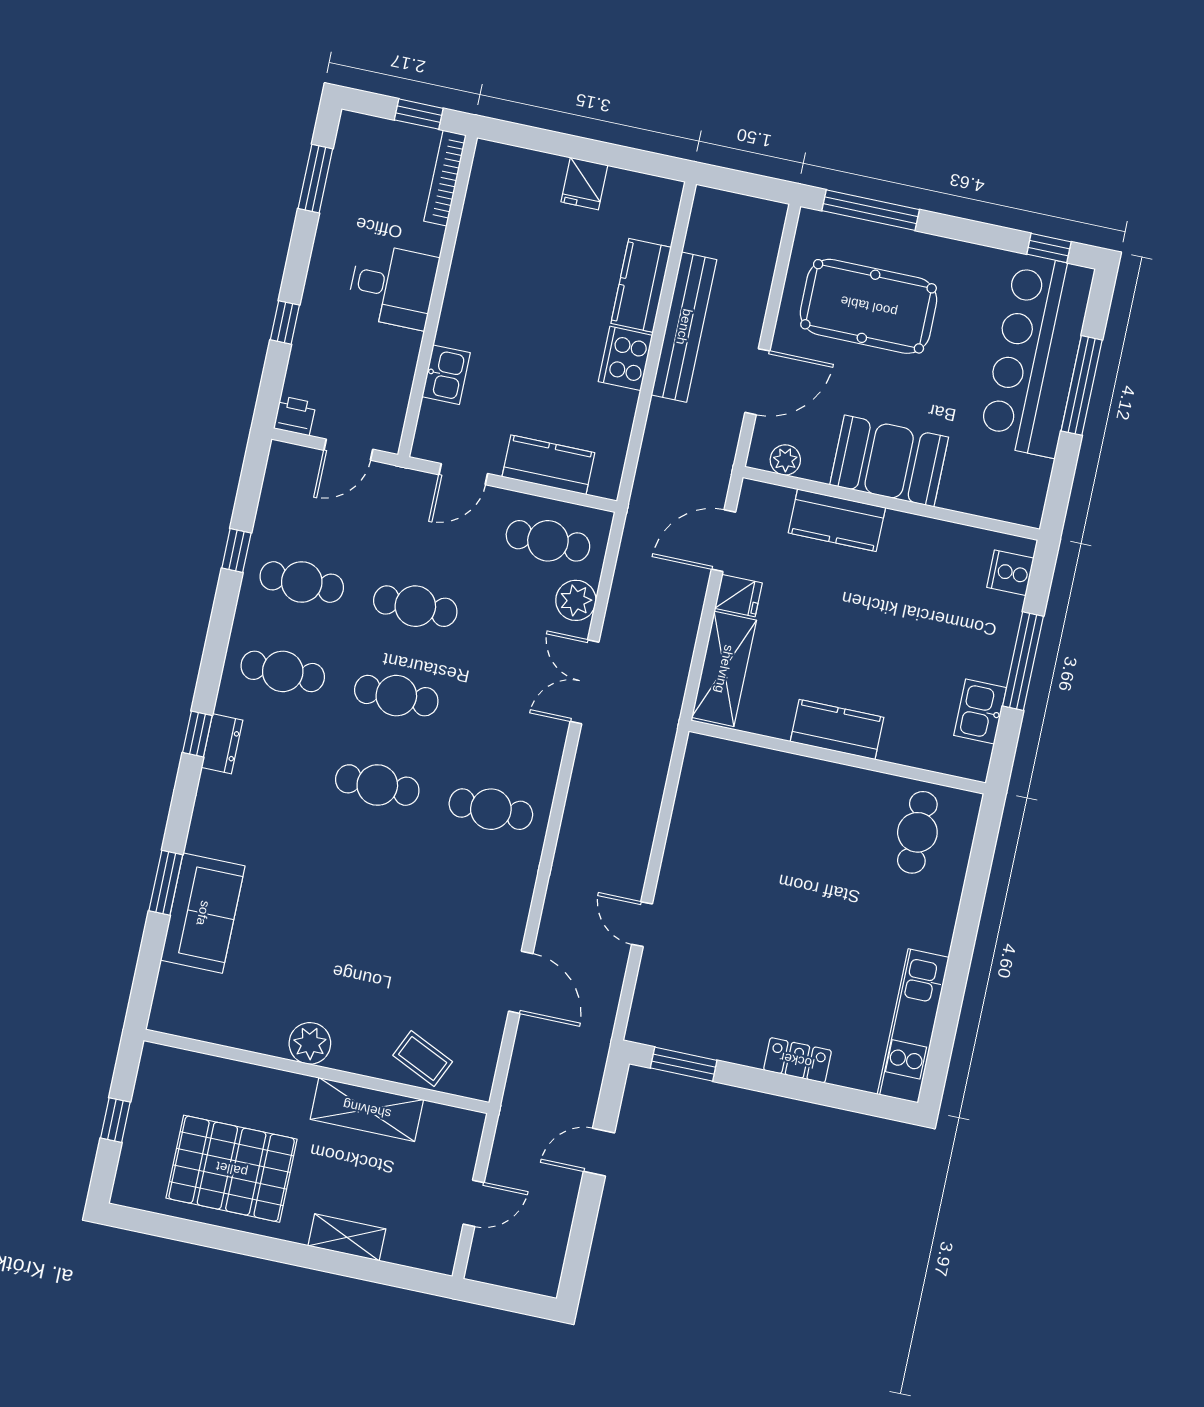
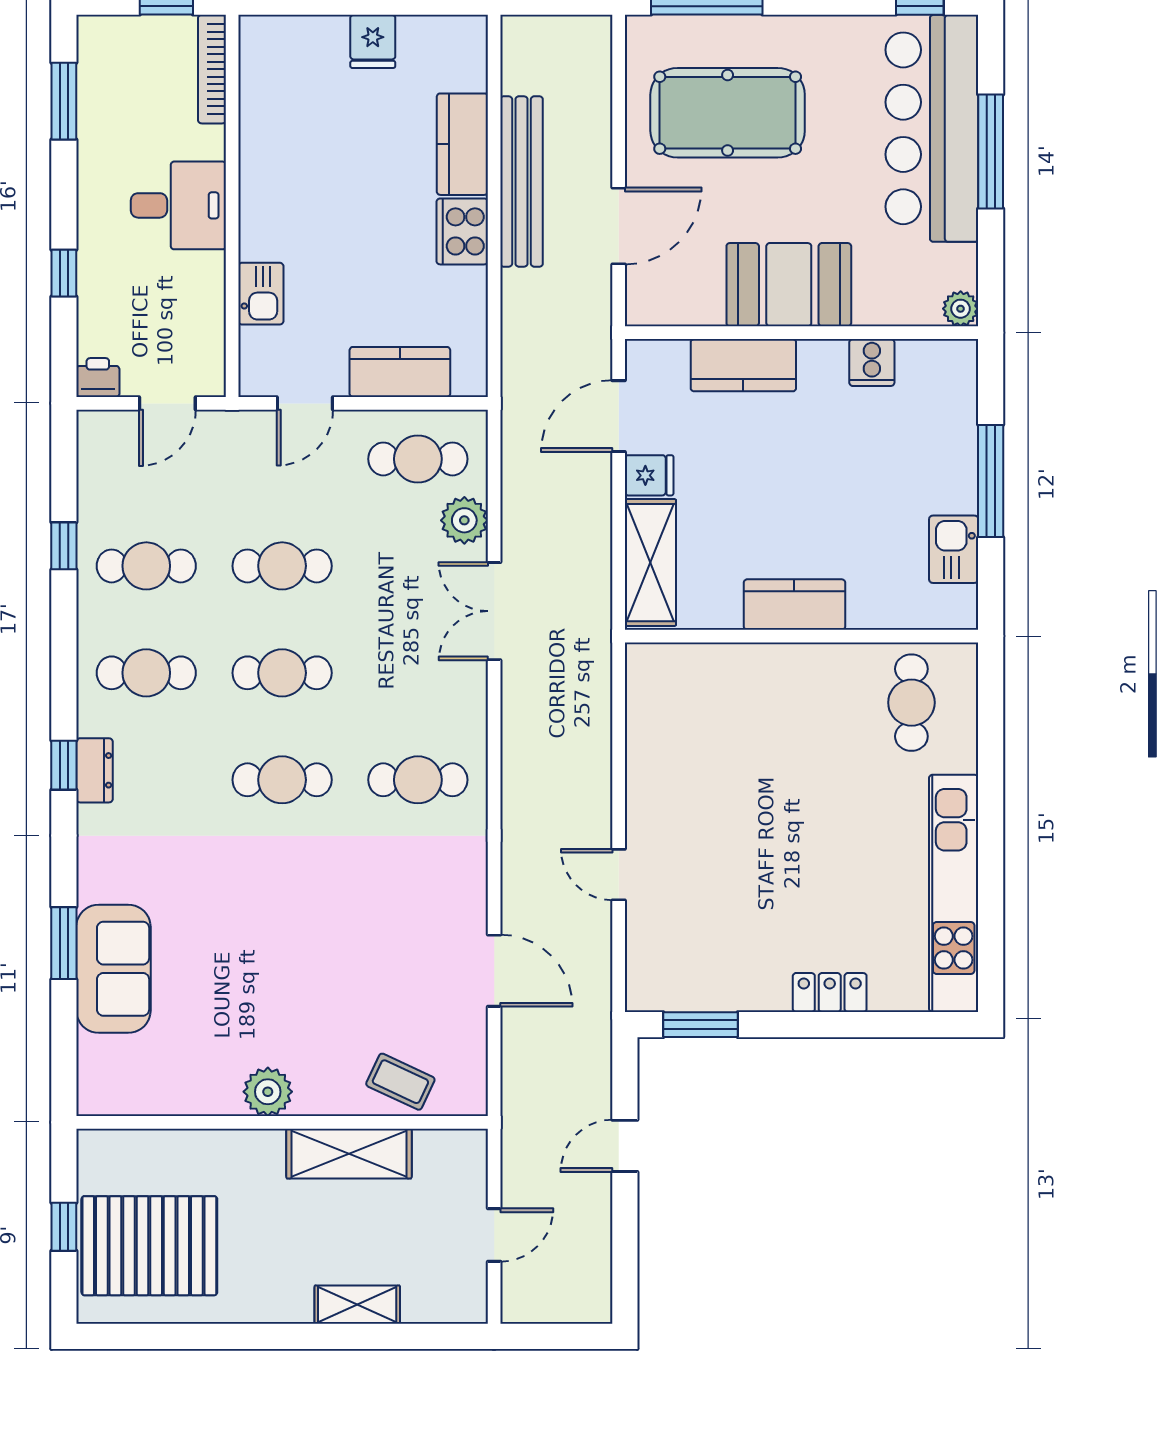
plant: (785, 460) -> (961, 309), moved
cooker: (1010, 573) -> (872, 363), moved, turned -90
kitchen unit: (913, 1026) -> (954, 893), width x1.36
pallet: (232, 1169) -> (149, 1246), moved

